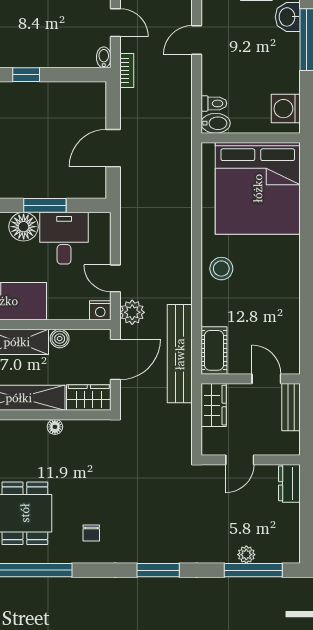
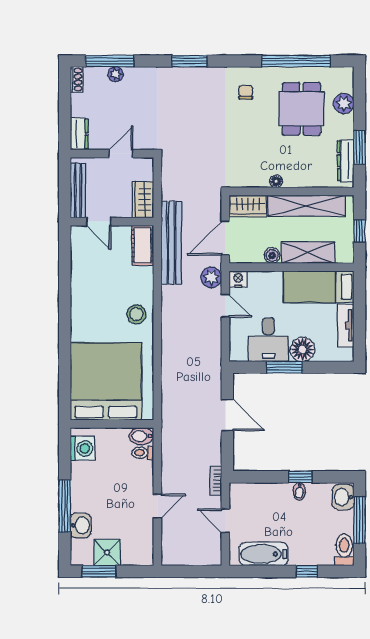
bidet: (104, 57) -> (299, 491), moved
door: (113, 148) -> (227, 415), hinge flipped
bench: (291, 407) -> (78, 191), width x1.36
shoe rack: (293, 548) -> (77, 79), added

